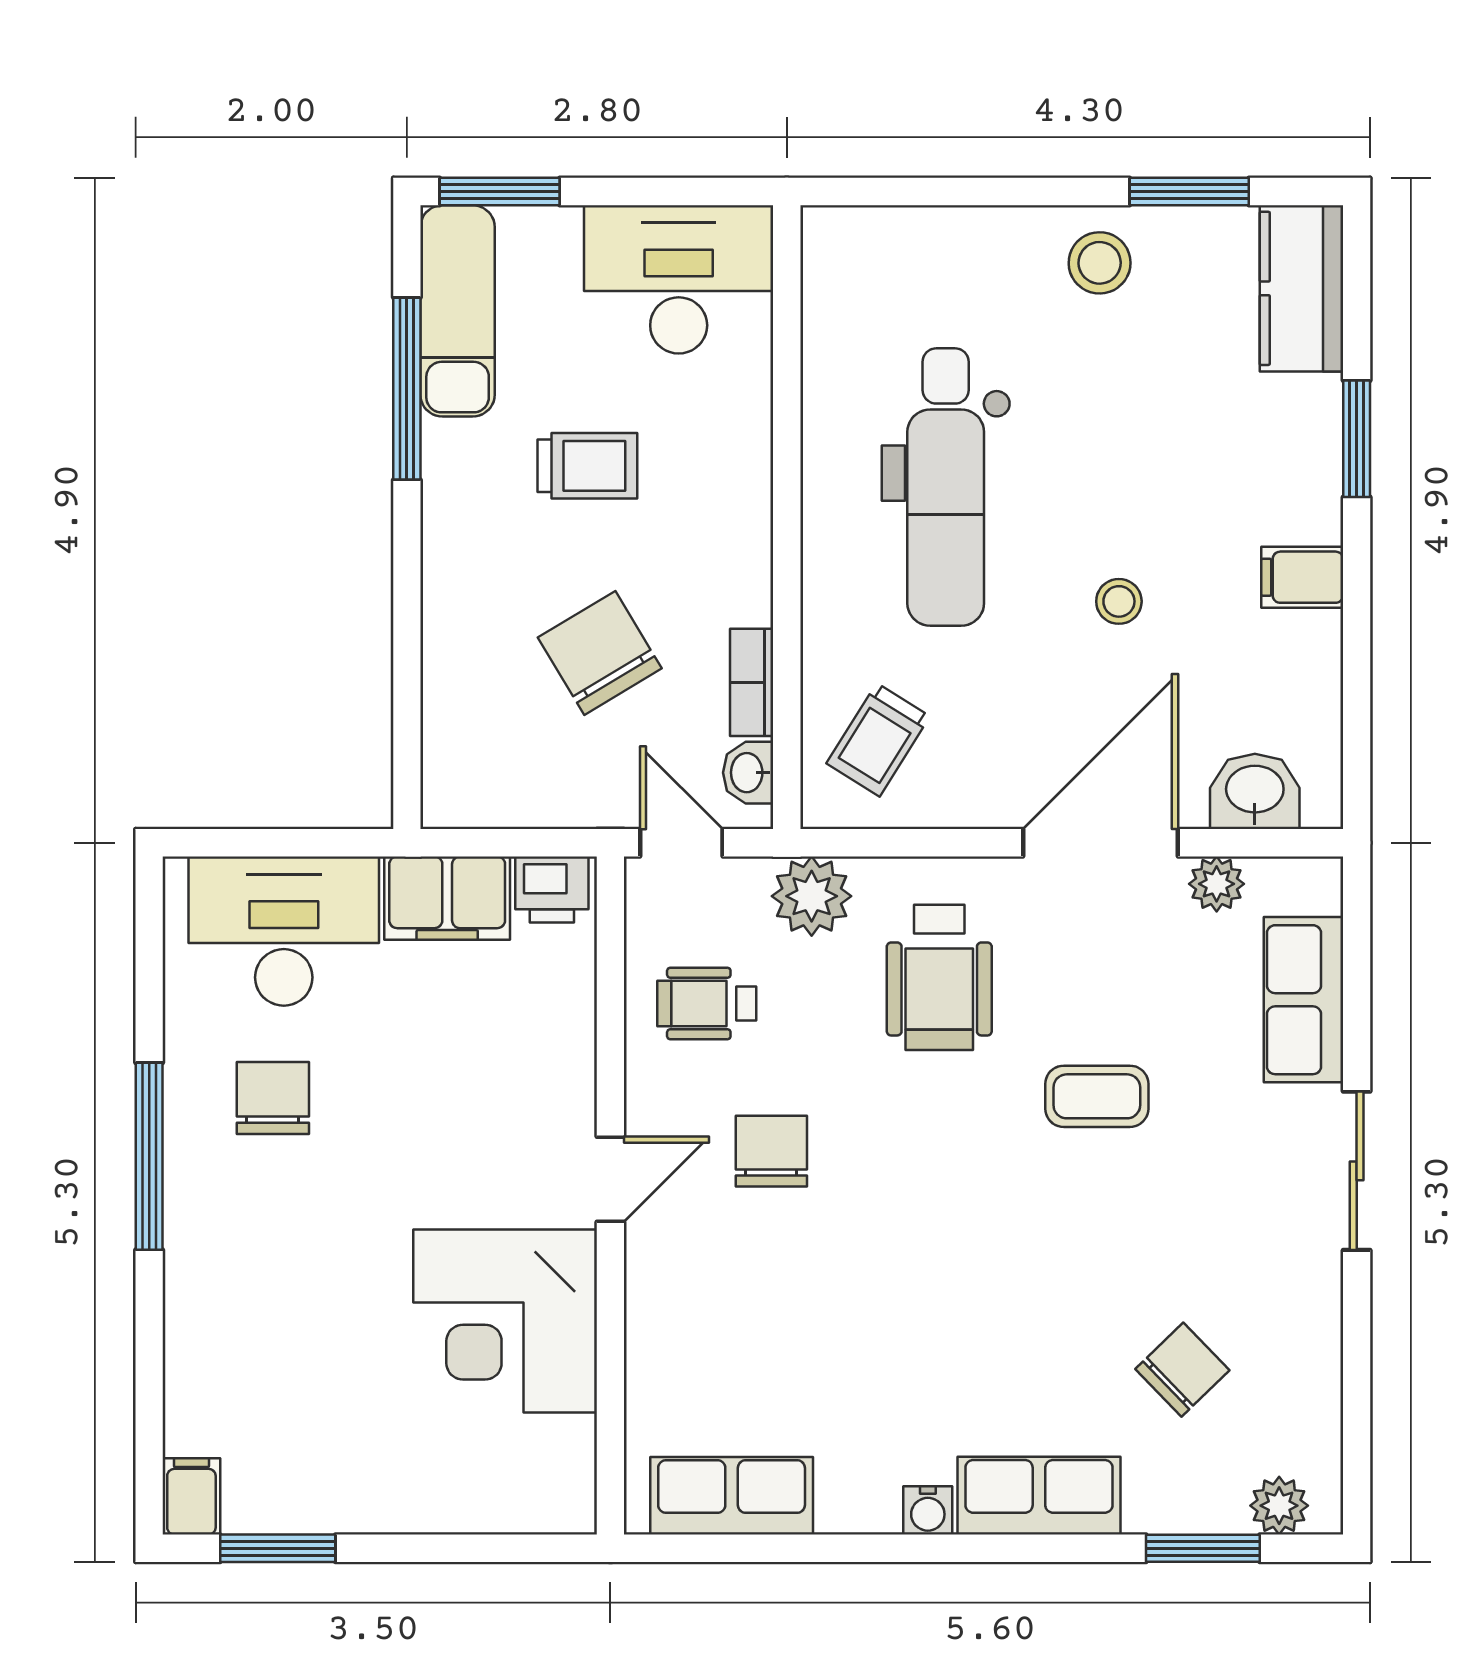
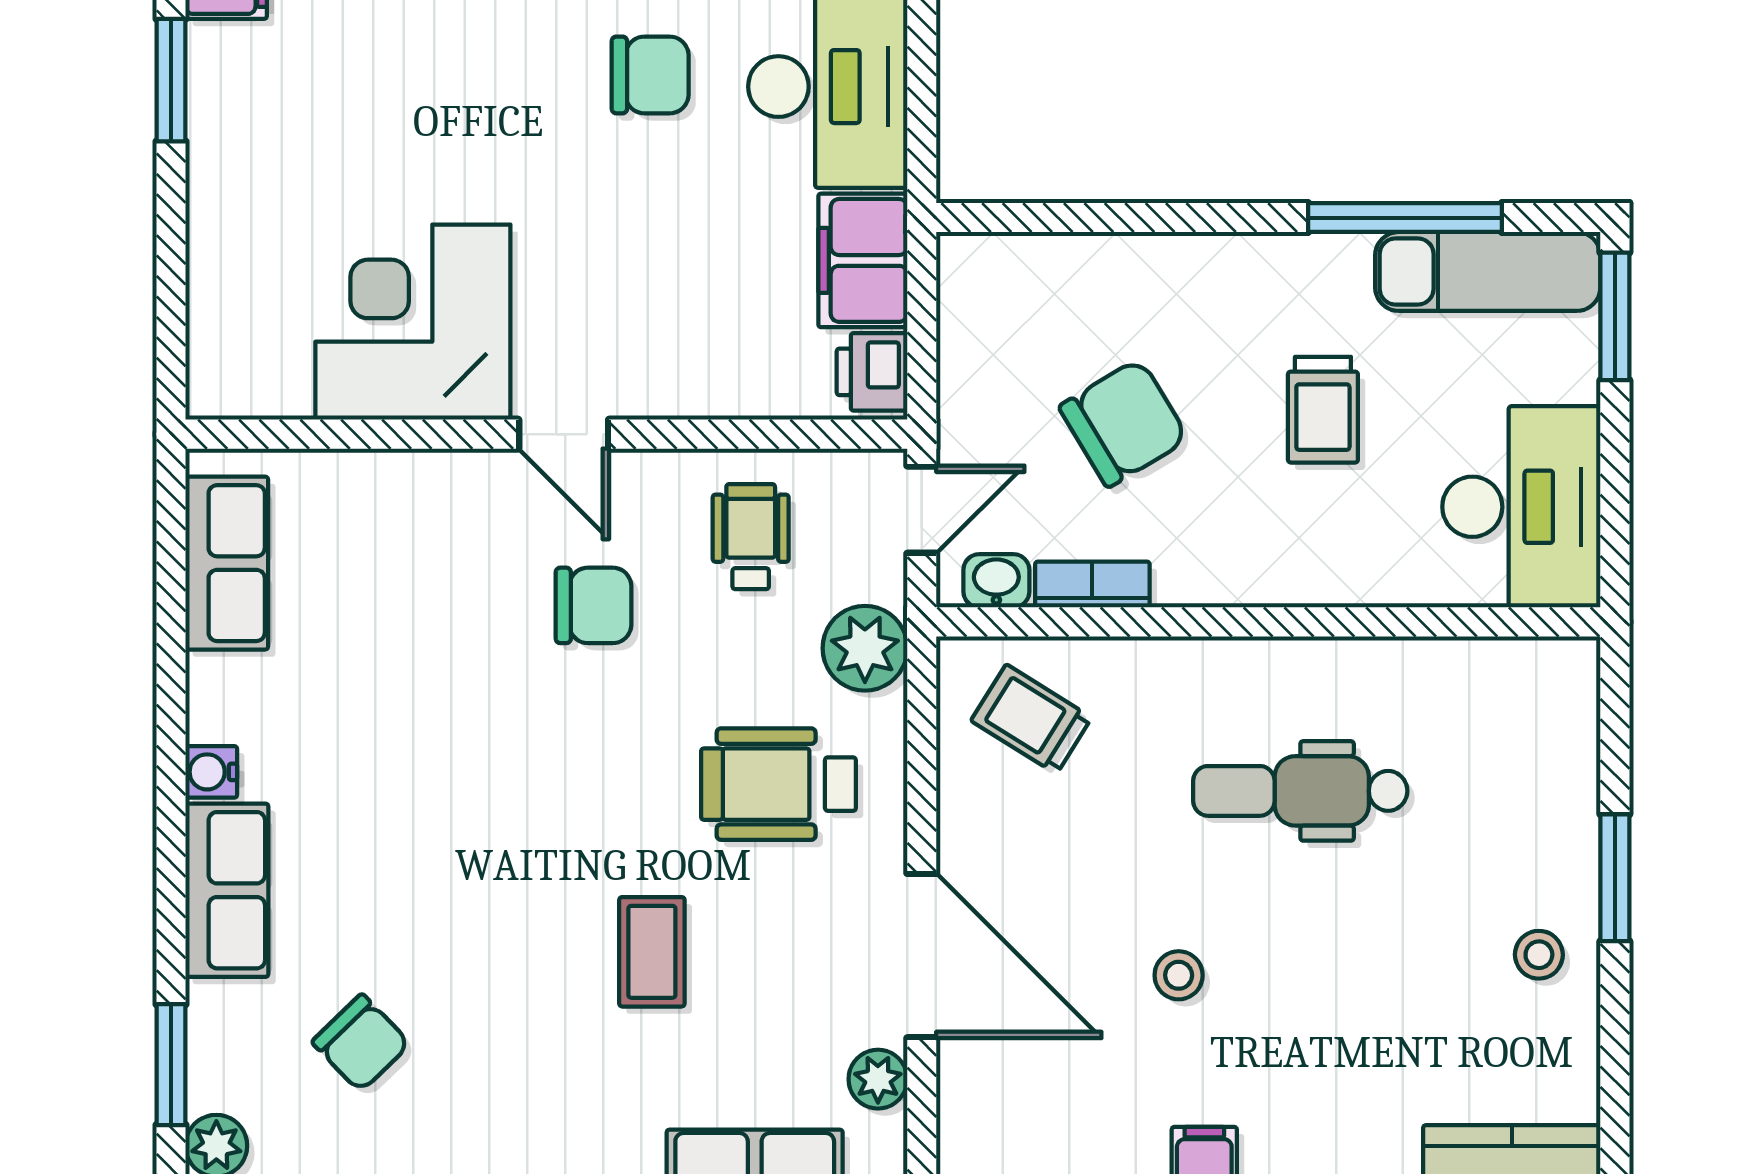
window: (1189, 191) -> (1615, 878), moved
stool: (1100, 263) -> (1539, 955), width x0.73, depth x0.73
dental chair: (946, 487) -> (1300, 791), width x0.73, depth x0.72
washbasin: (1255, 791) -> (976, 1120), removed

